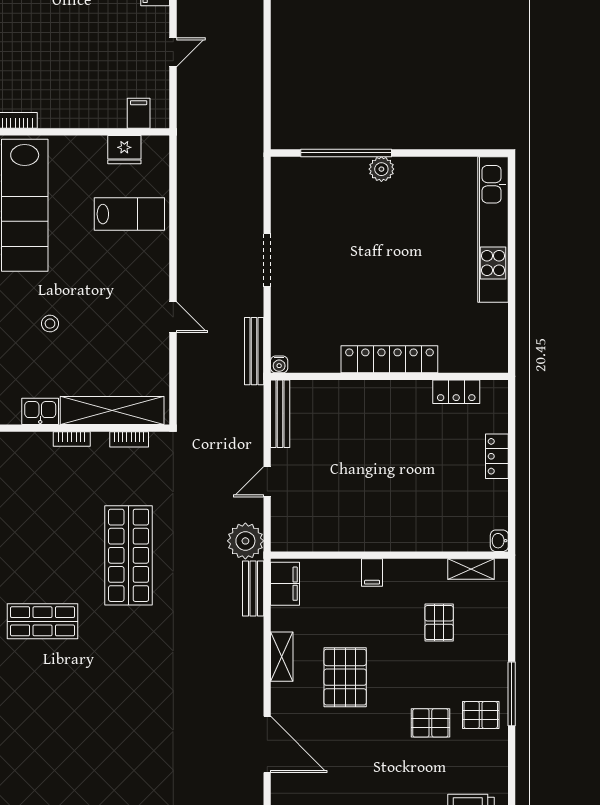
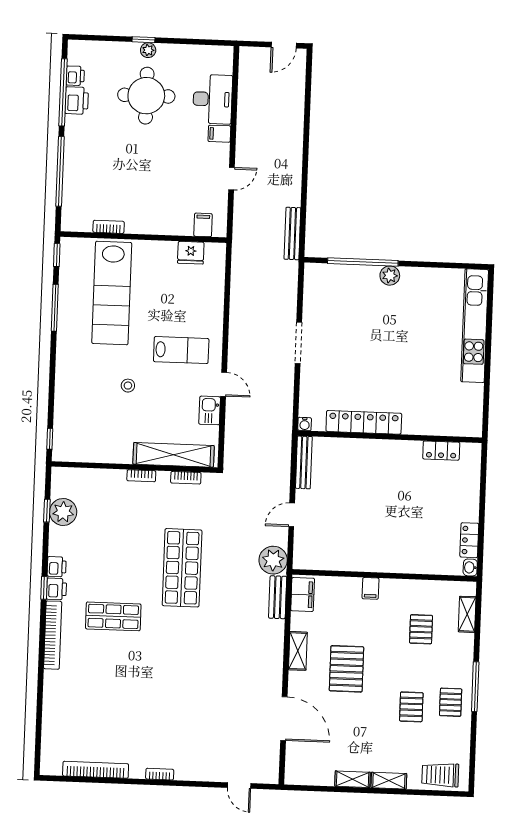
lab bench: (129, 214) -> (181, 350), moved
bench: (254, 351) -> (292, 233), moved
locker: (389, 359) -> (364, 422), moved
kitchen sink: (40, 411) -> (210, 410), moved, turned -90
locker: (497, 456) -> (469, 540), moved
shelving: (471, 569) -> (467, 614), moved, turned 90
pallet: (481, 715) -> (451, 702), turned 90
pallet: (430, 723) -> (411, 707), turned 90

